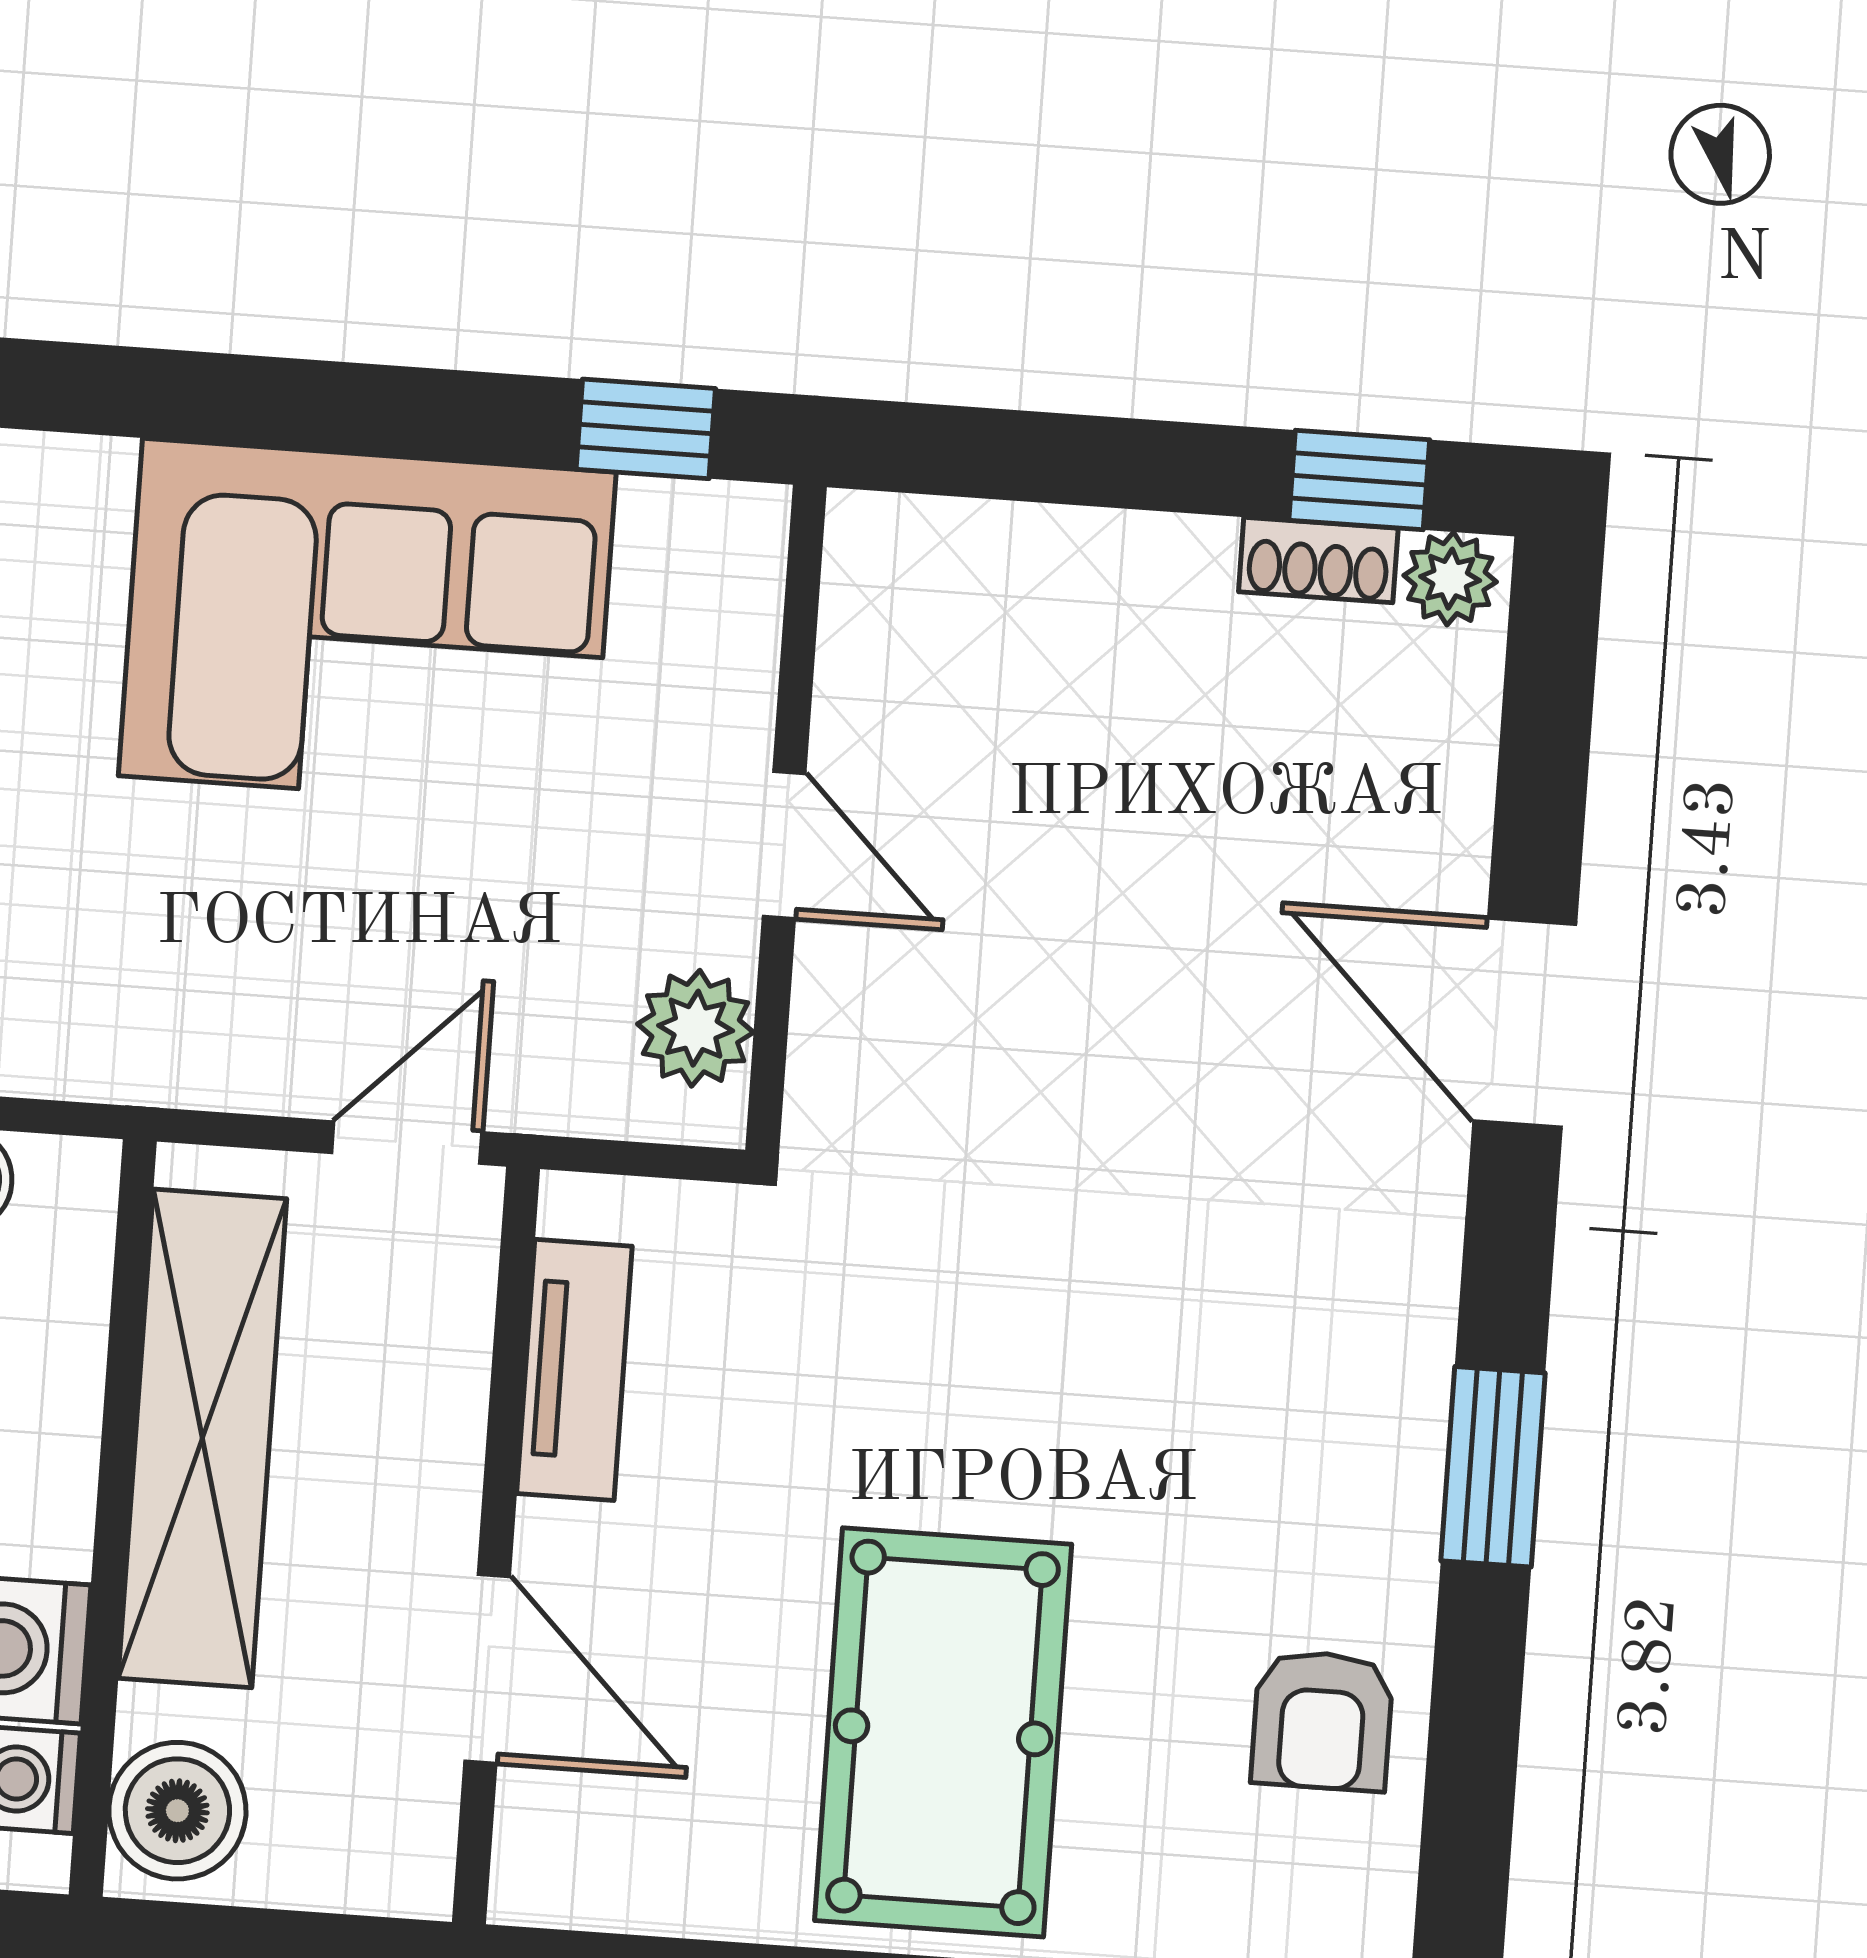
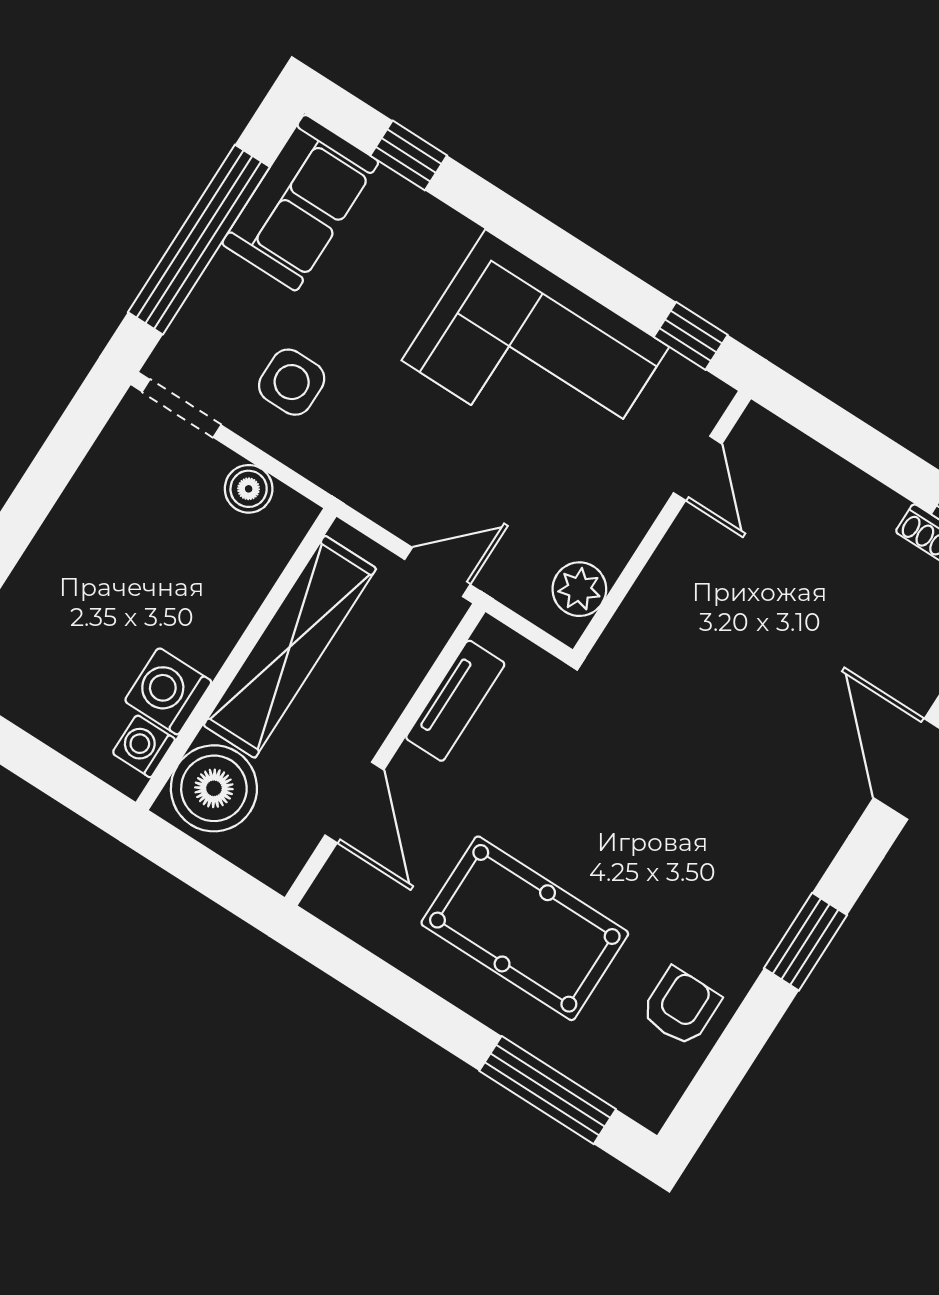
door: (784, 845) -> (698, 468), moved
armchair: (1322, 1721) -> (681, 1007), turned 180
pool table: (943, 1732) -> (525, 928), turned 90
boiler: (177, 1811) -> (214, 788), width x1.37, depth x1.37

